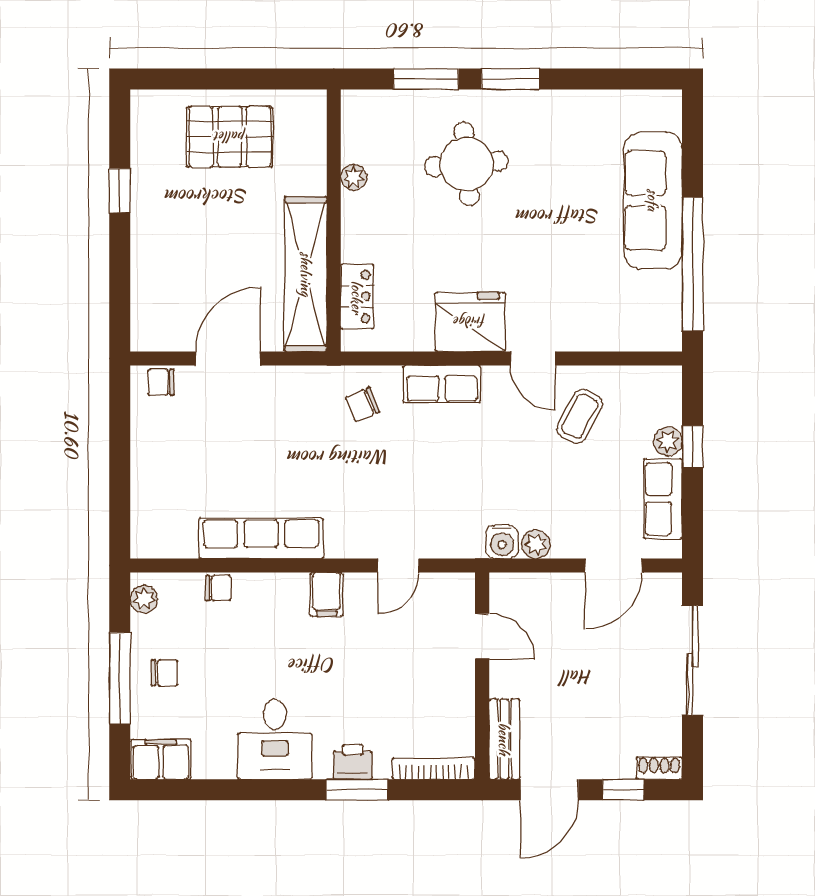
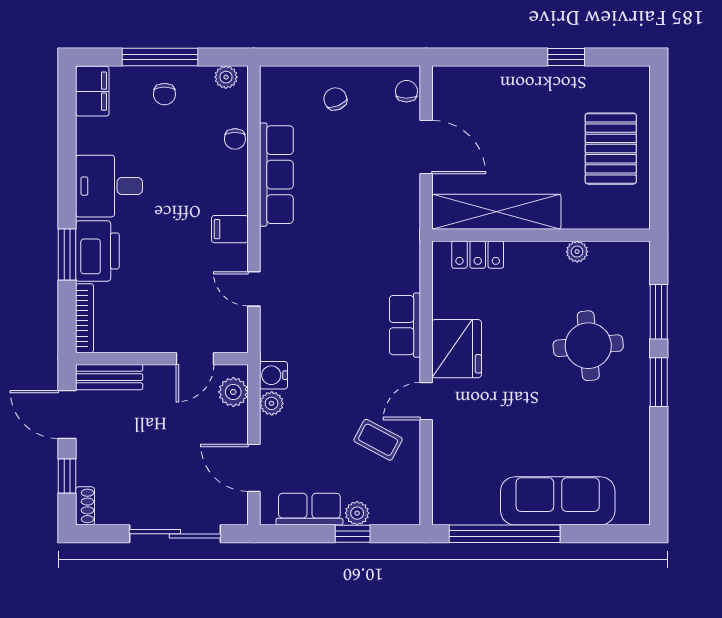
chair: (363, 404) -> (335, 99), moved
plant: (522, 590) -> (233, 392), added
printer: (353, 762) -> (97, 251), width x1.87, depth x1.48

